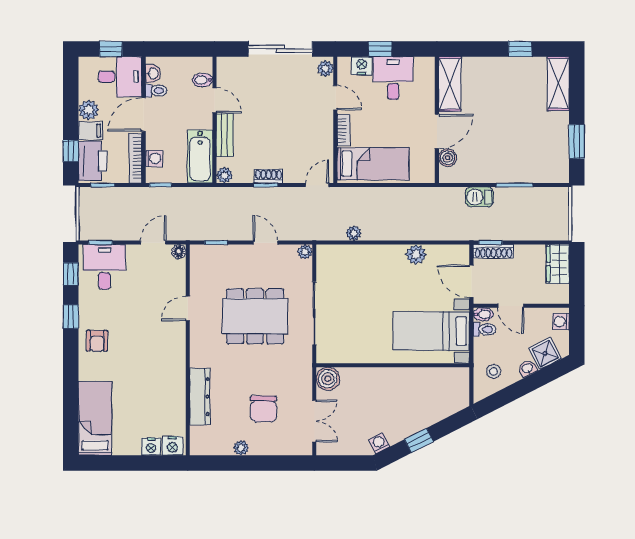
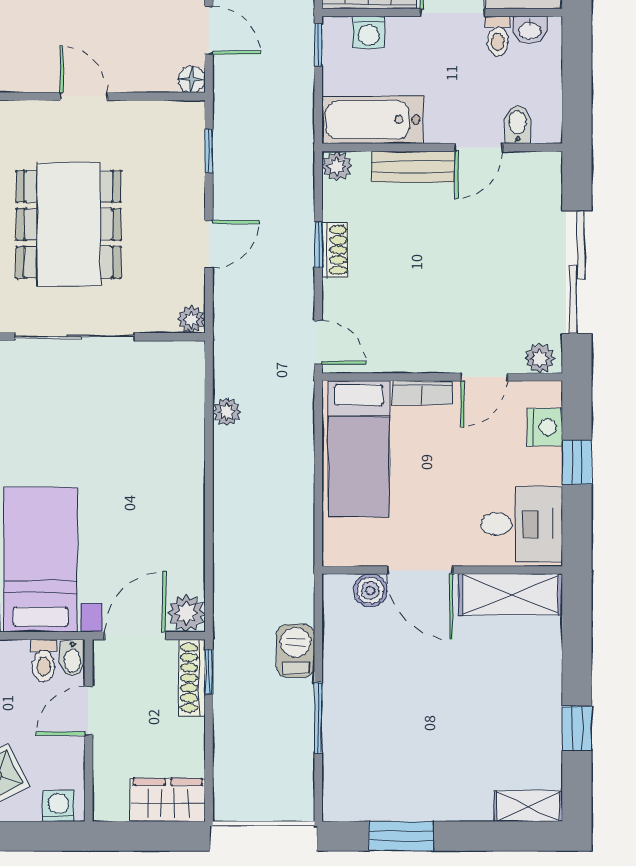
desk: (393, 78) -> (521, 524), moved
shelving: (558, 84) -> (528, 806), width x0.67, depth x0.75
plant: (416, 254) -> (186, 613), moved

